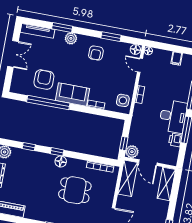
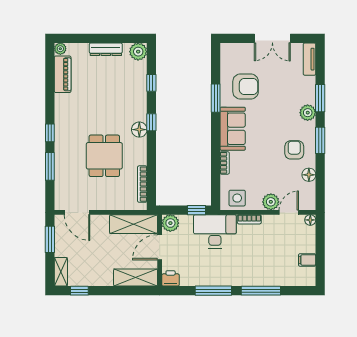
tv unit: (38, 31) -> (309, 59), width x0.71
window: (111, 37) -> (320, 140), moved
floor lamp: (135, 49) -> (309, 175), moved
armchair: (96, 53) -> (294, 150), turned 90
plant: (130, 77) -> (271, 202), added
window: (48, 103) -> (216, 98), width x0.47
desk: (173, 116) -> (215, 231), moved, turned 180
printer: (175, 140) -> (171, 278), moved
window: (124, 143) -> (197, 210), moved

